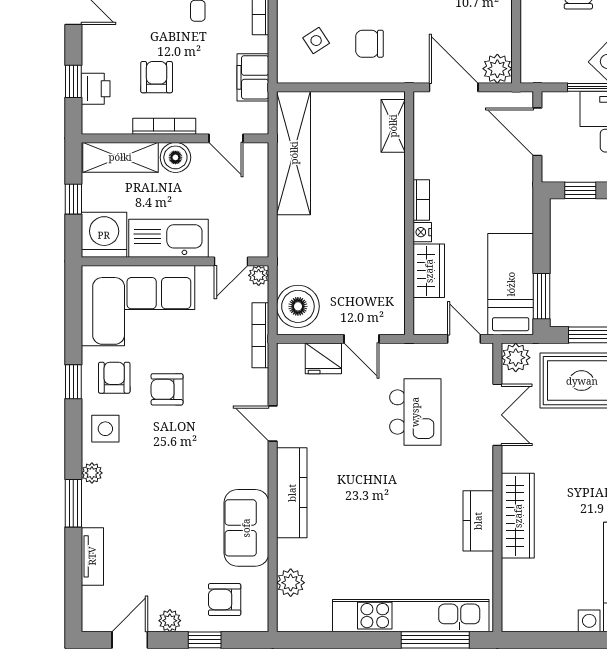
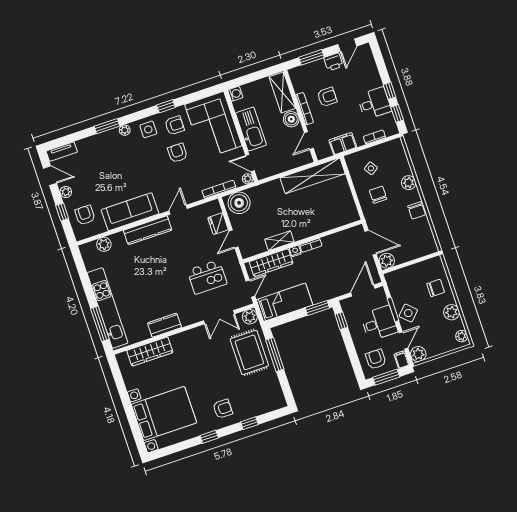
window: (73, 81) -> (312, 57), width x1.50
door: (454, 87) -> (371, 243), hinge flipped
printer: (96, 89) -> (333, 62), moved
shelving: (393, 126) -> (279, 241), moved
window: (73, 199) -> (254, 77), removed
washing machine: (104, 235) -> (235, 94), width x0.53, depth x0.53
wardrobe: (429, 271) -> (271, 263), width x1.50
window: (541, 296) -> (317, 308), moved
wardrobe: (518, 516) -> (150, 352), moved
sofa: (246, 528) -> (130, 212), width x1.36
tv unit: (92, 556) -> (62, 152), moved

